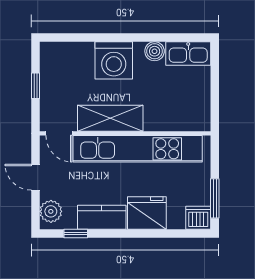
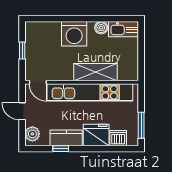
shelving: (110, 118) -> (96, 72), moved
dishwasher: (198, 218) -> (118, 138), moved
window: (76, 233) -> (61, 149), moved

